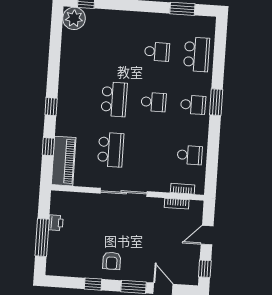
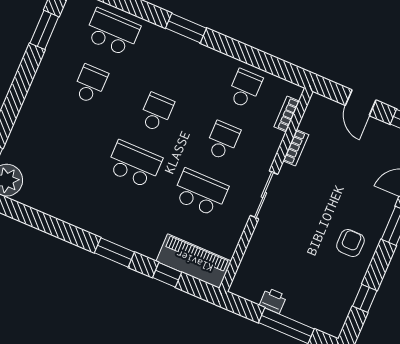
school desk: (193, 105) -> (223, 141), moved
window: (51, 107) -> (114, 252), width x1.50
sliding door: (124, 192) -> (264, 195), width x0.73
bookcase: (177, 204) -> (296, 148), moved
armchair: (112, 261) -> (350, 243), turned -90
window: (93, 284) -> (365, 298), moved

